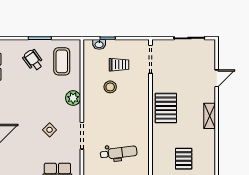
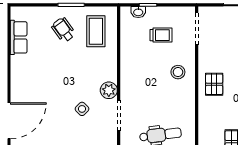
stool: (110, 87) -> (178, 72), moved
plant: (73, 98) -> (109, 90), moved
pallet: (166, 108) -> (214, 84), width x0.67, depth x0.71

